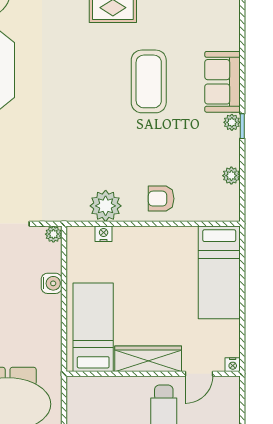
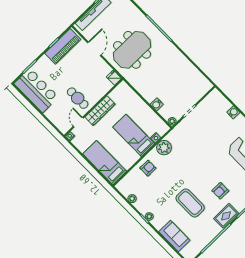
armchair: (84, 55) -> (220, 191), added
sofa: (223, 82) -> (174, 236), moved
bed: (93, 327) -> (134, 135), moved, turned 180
fridge: (77, 389) -> (114, 78), added

